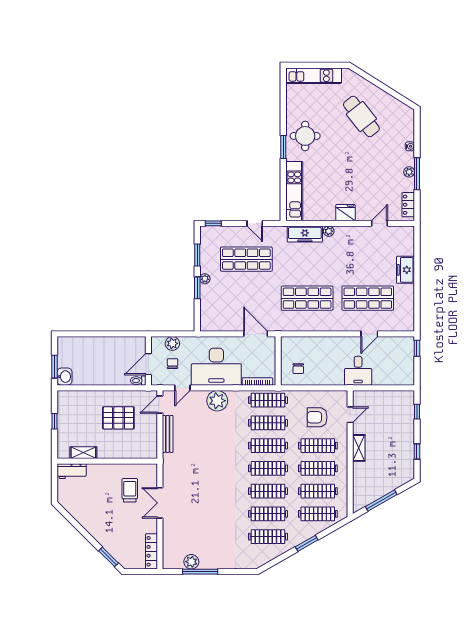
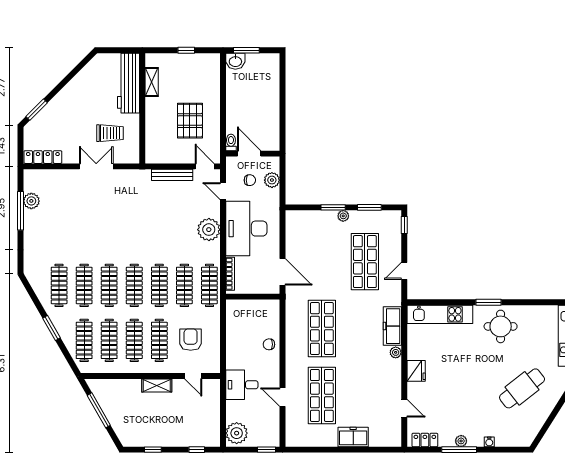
door: (256, 334) -> (282, 272), hinge flipped
chair: (298, 369) -> (269, 344), moved
plant: (402, 375) -> (237, 433), added
workbench: (72, 471) -> (128, 83), width x1.88, depth x1.32

